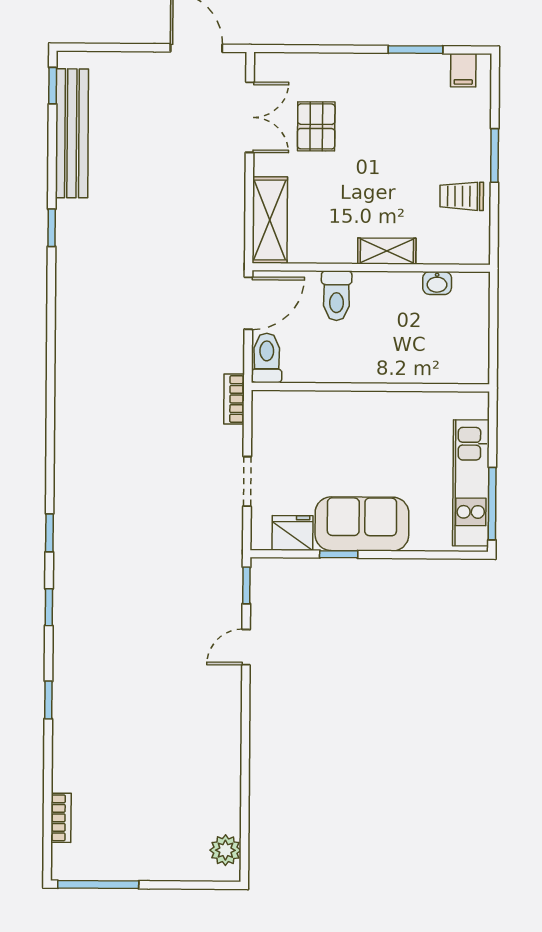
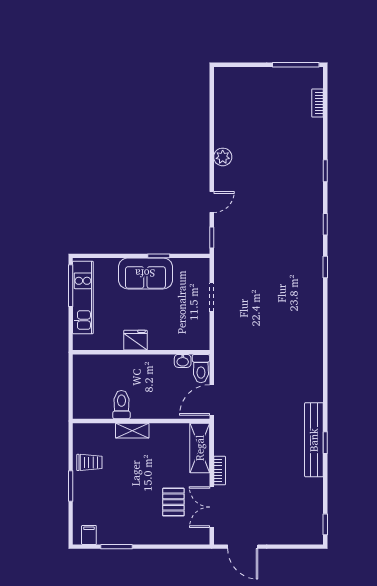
bench: (72, 133) -> (314, 440), moved
washbasin: (437, 283) -> (183, 361), moved, turned 180
toilet: (336, 296) -> (121, 405), moved
bookcase: (234, 399) -> (220, 471), moved
fridge: (293, 533) -> (135, 340), moved, turned 180
plant: (225, 850) -> (223, 157), moved

